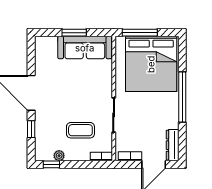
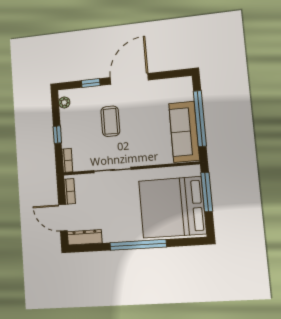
window: (74, 33) -> (200, 118), width x2.11
coffee table: (80, 130) -> (110, 121), moved
plant: (59, 156) -> (64, 102), moved
window: (51, 164) -> (57, 135), moved

